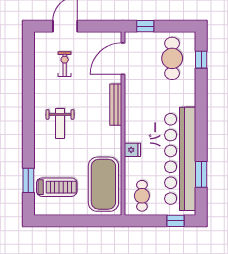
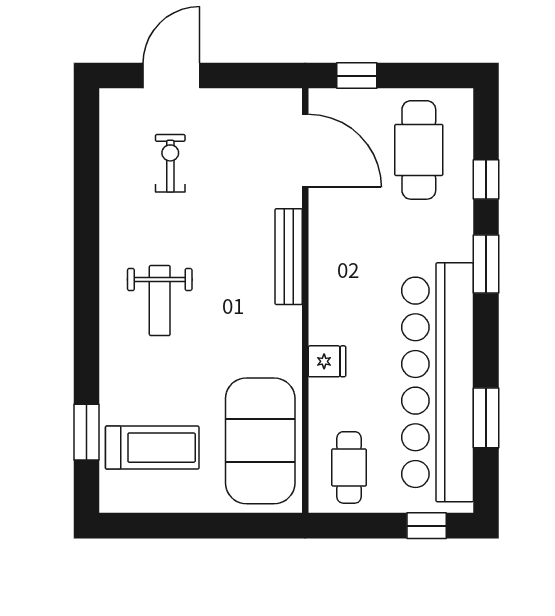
door: (123, 59) -> (305, 151), swing flipped
window: (201, 60) -> (486, 179), moved
window: (201, 108) -> (486, 264), added

